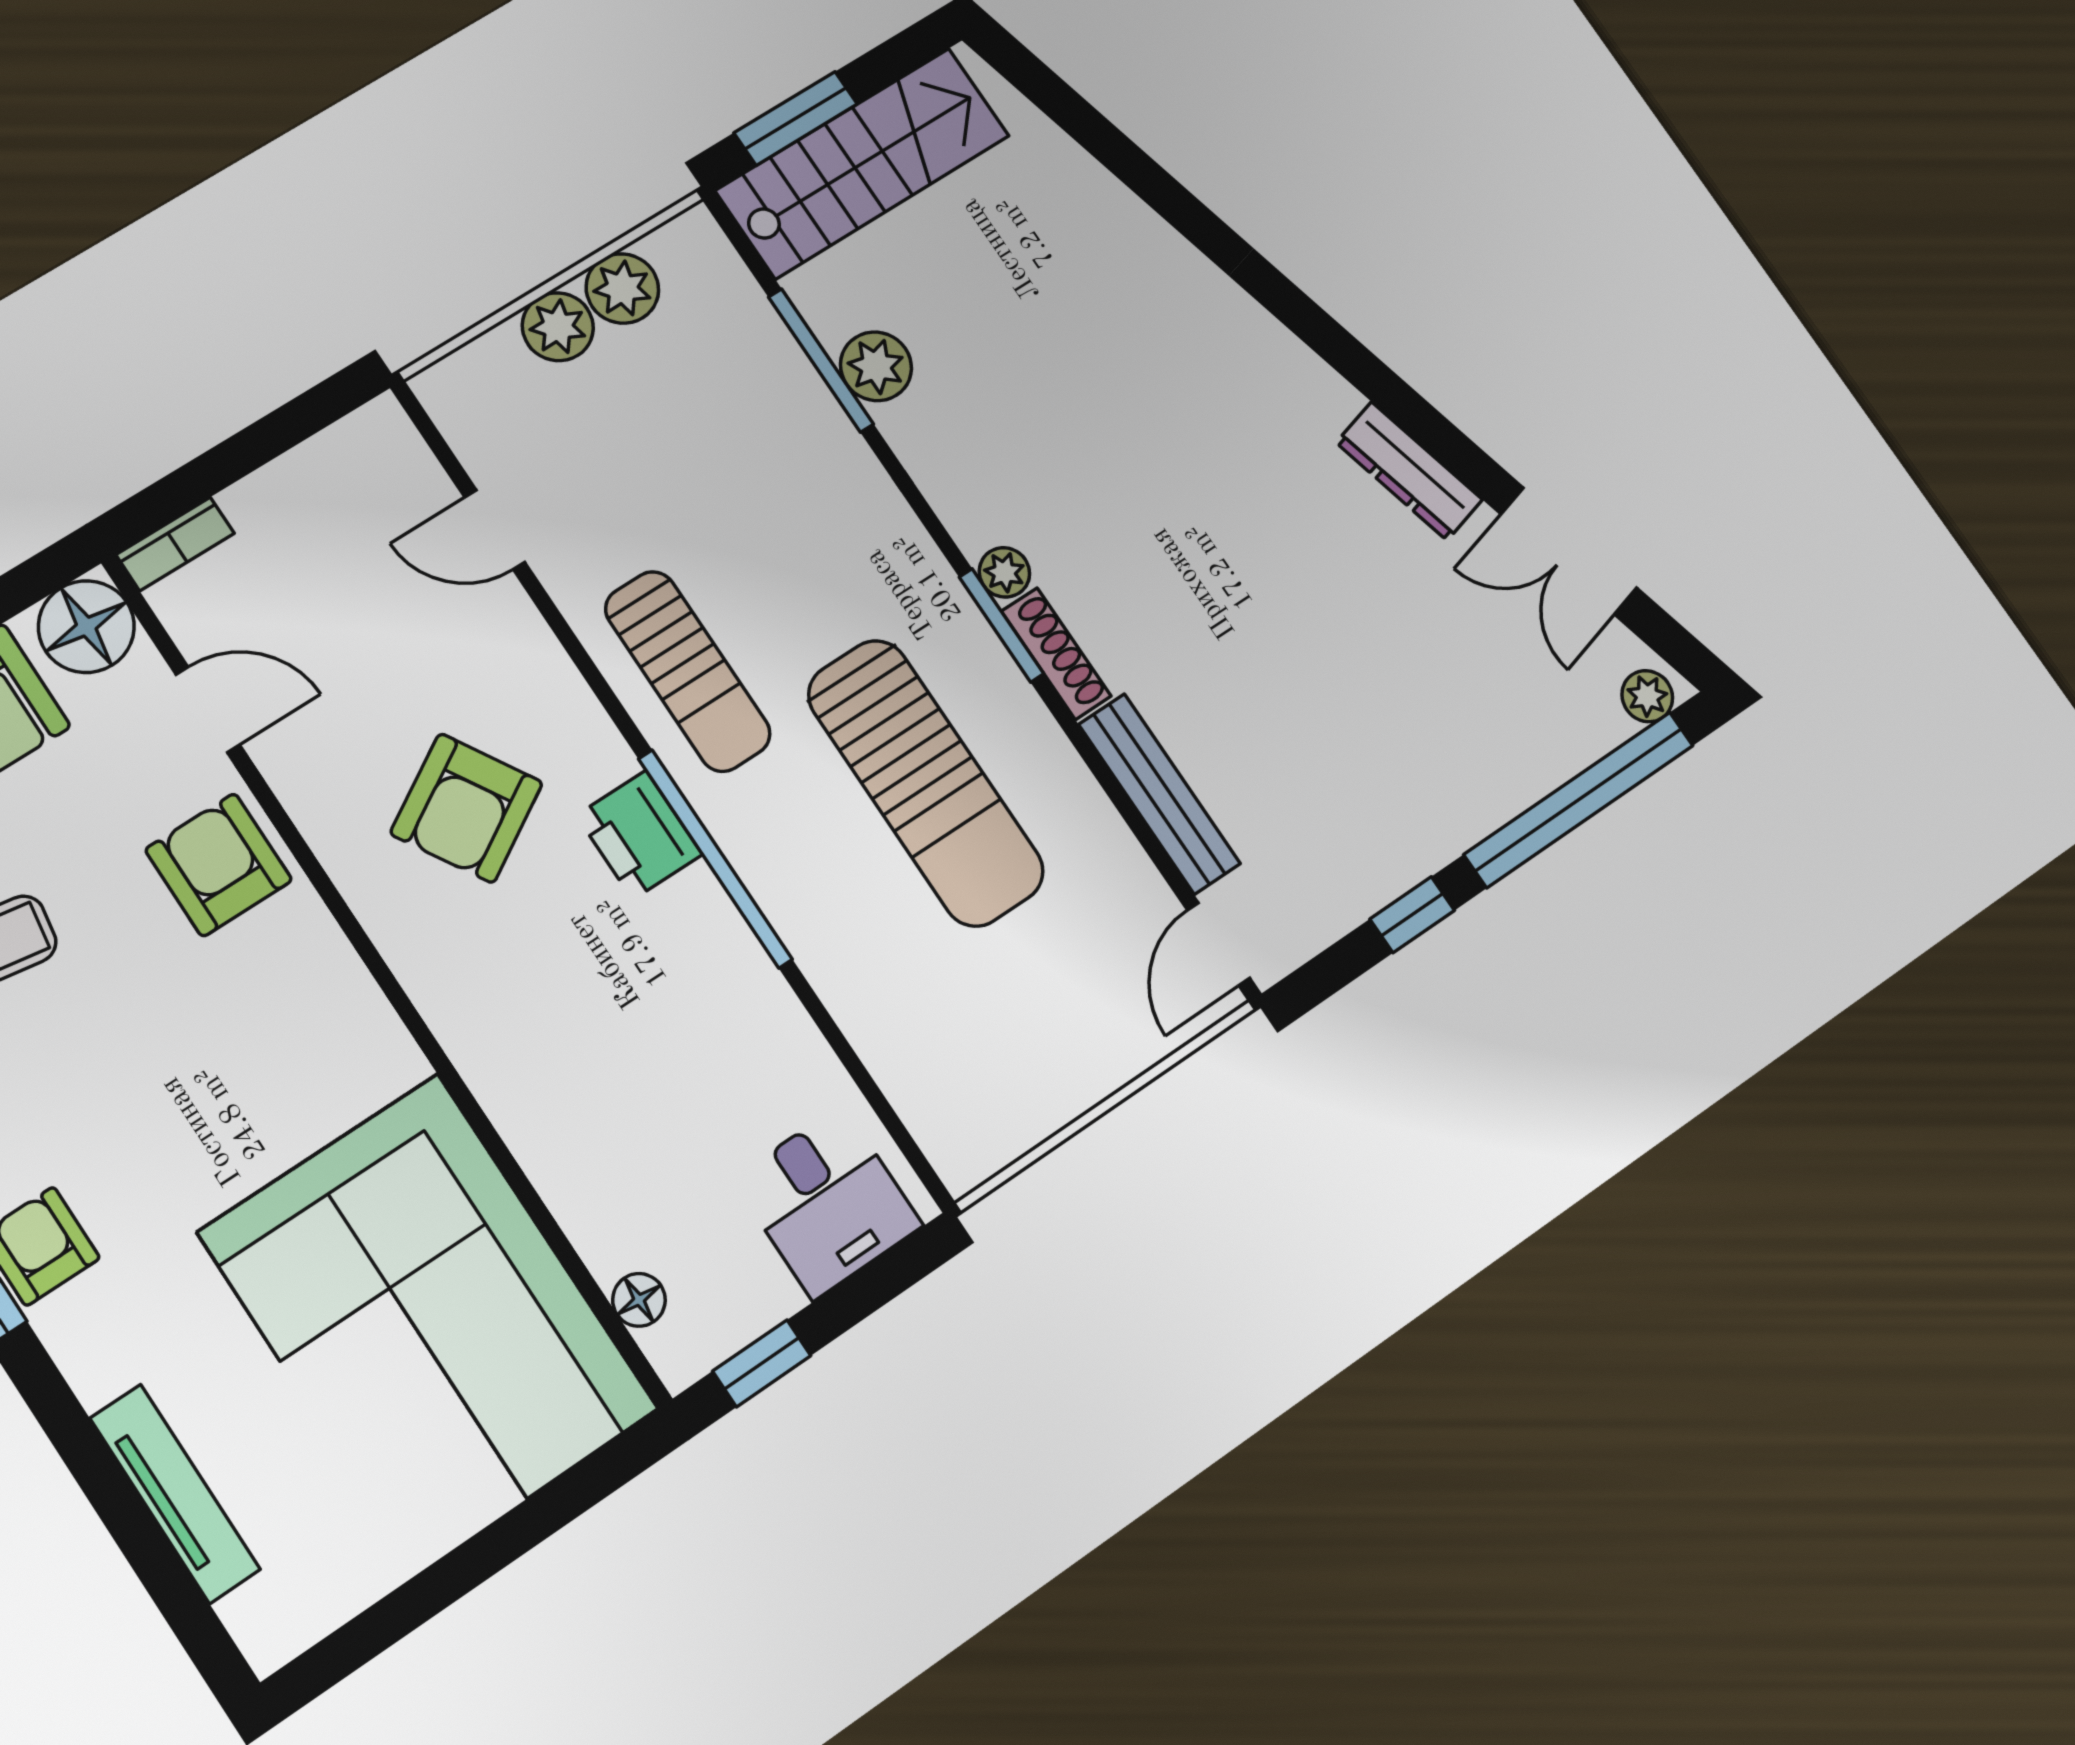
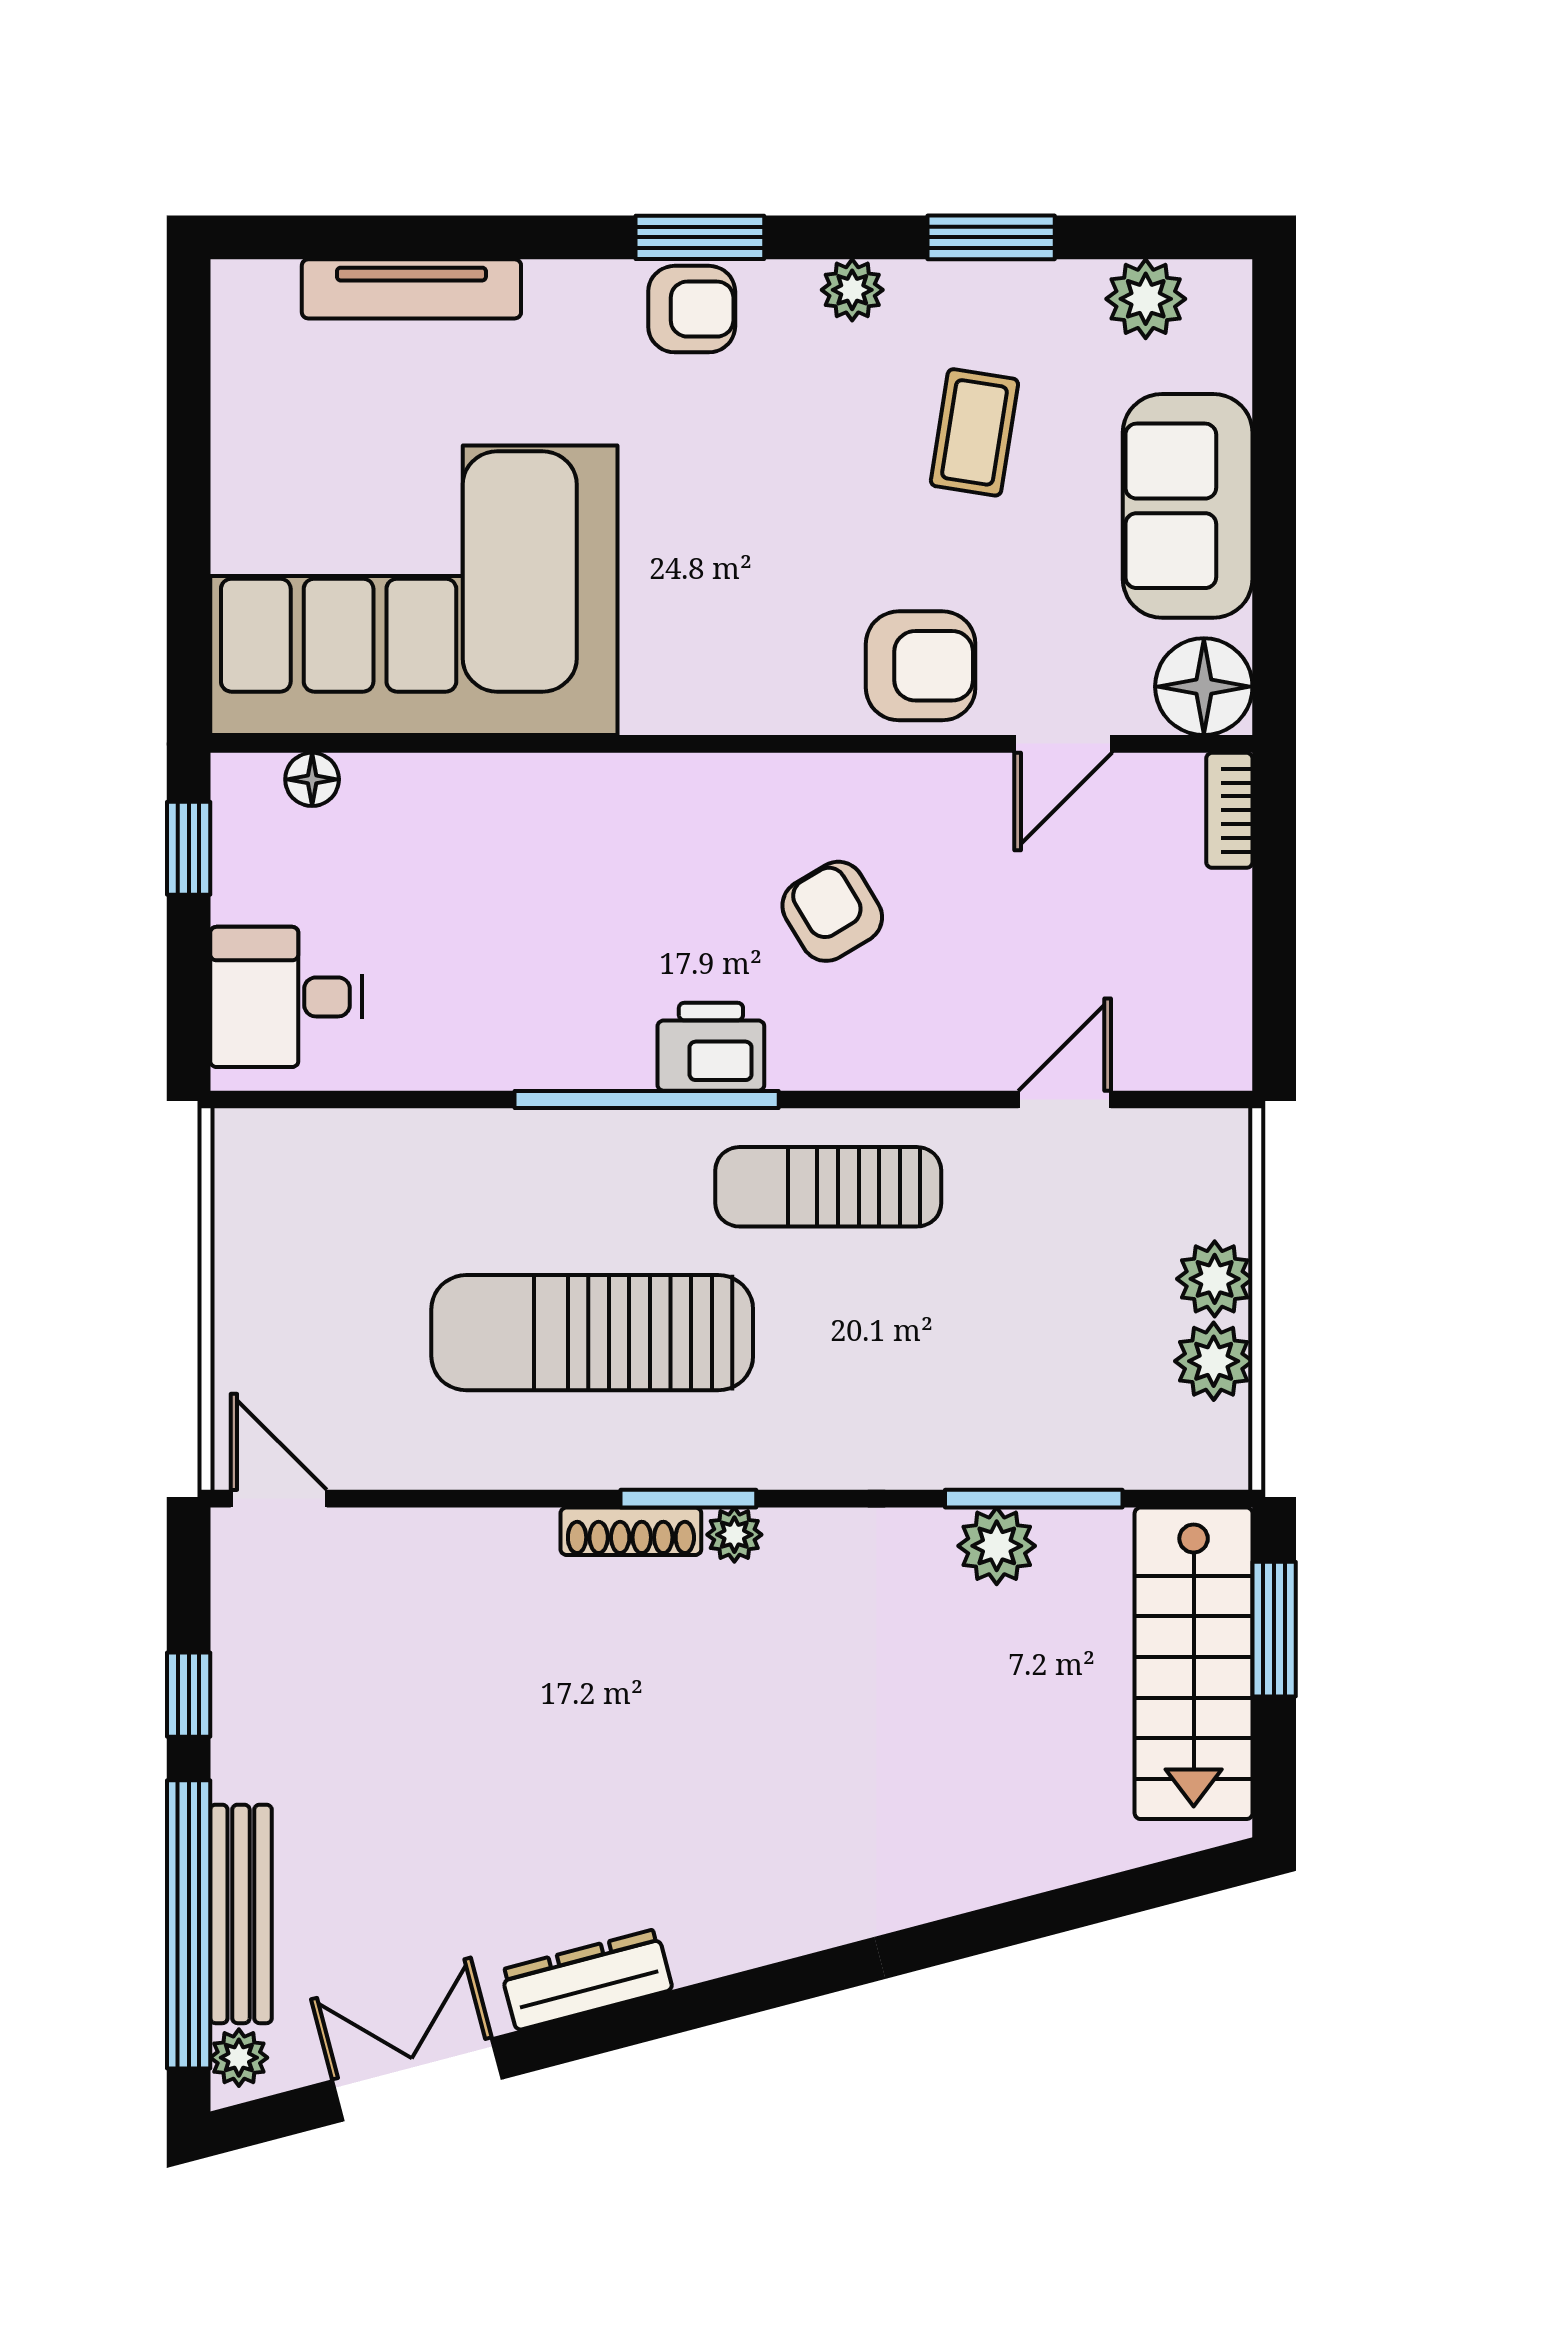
bench: (1159, 794) -> (241, 1914), moved, turned 90
armchair: (467, 808) -> (832, 911), width x0.72, depth x0.72

